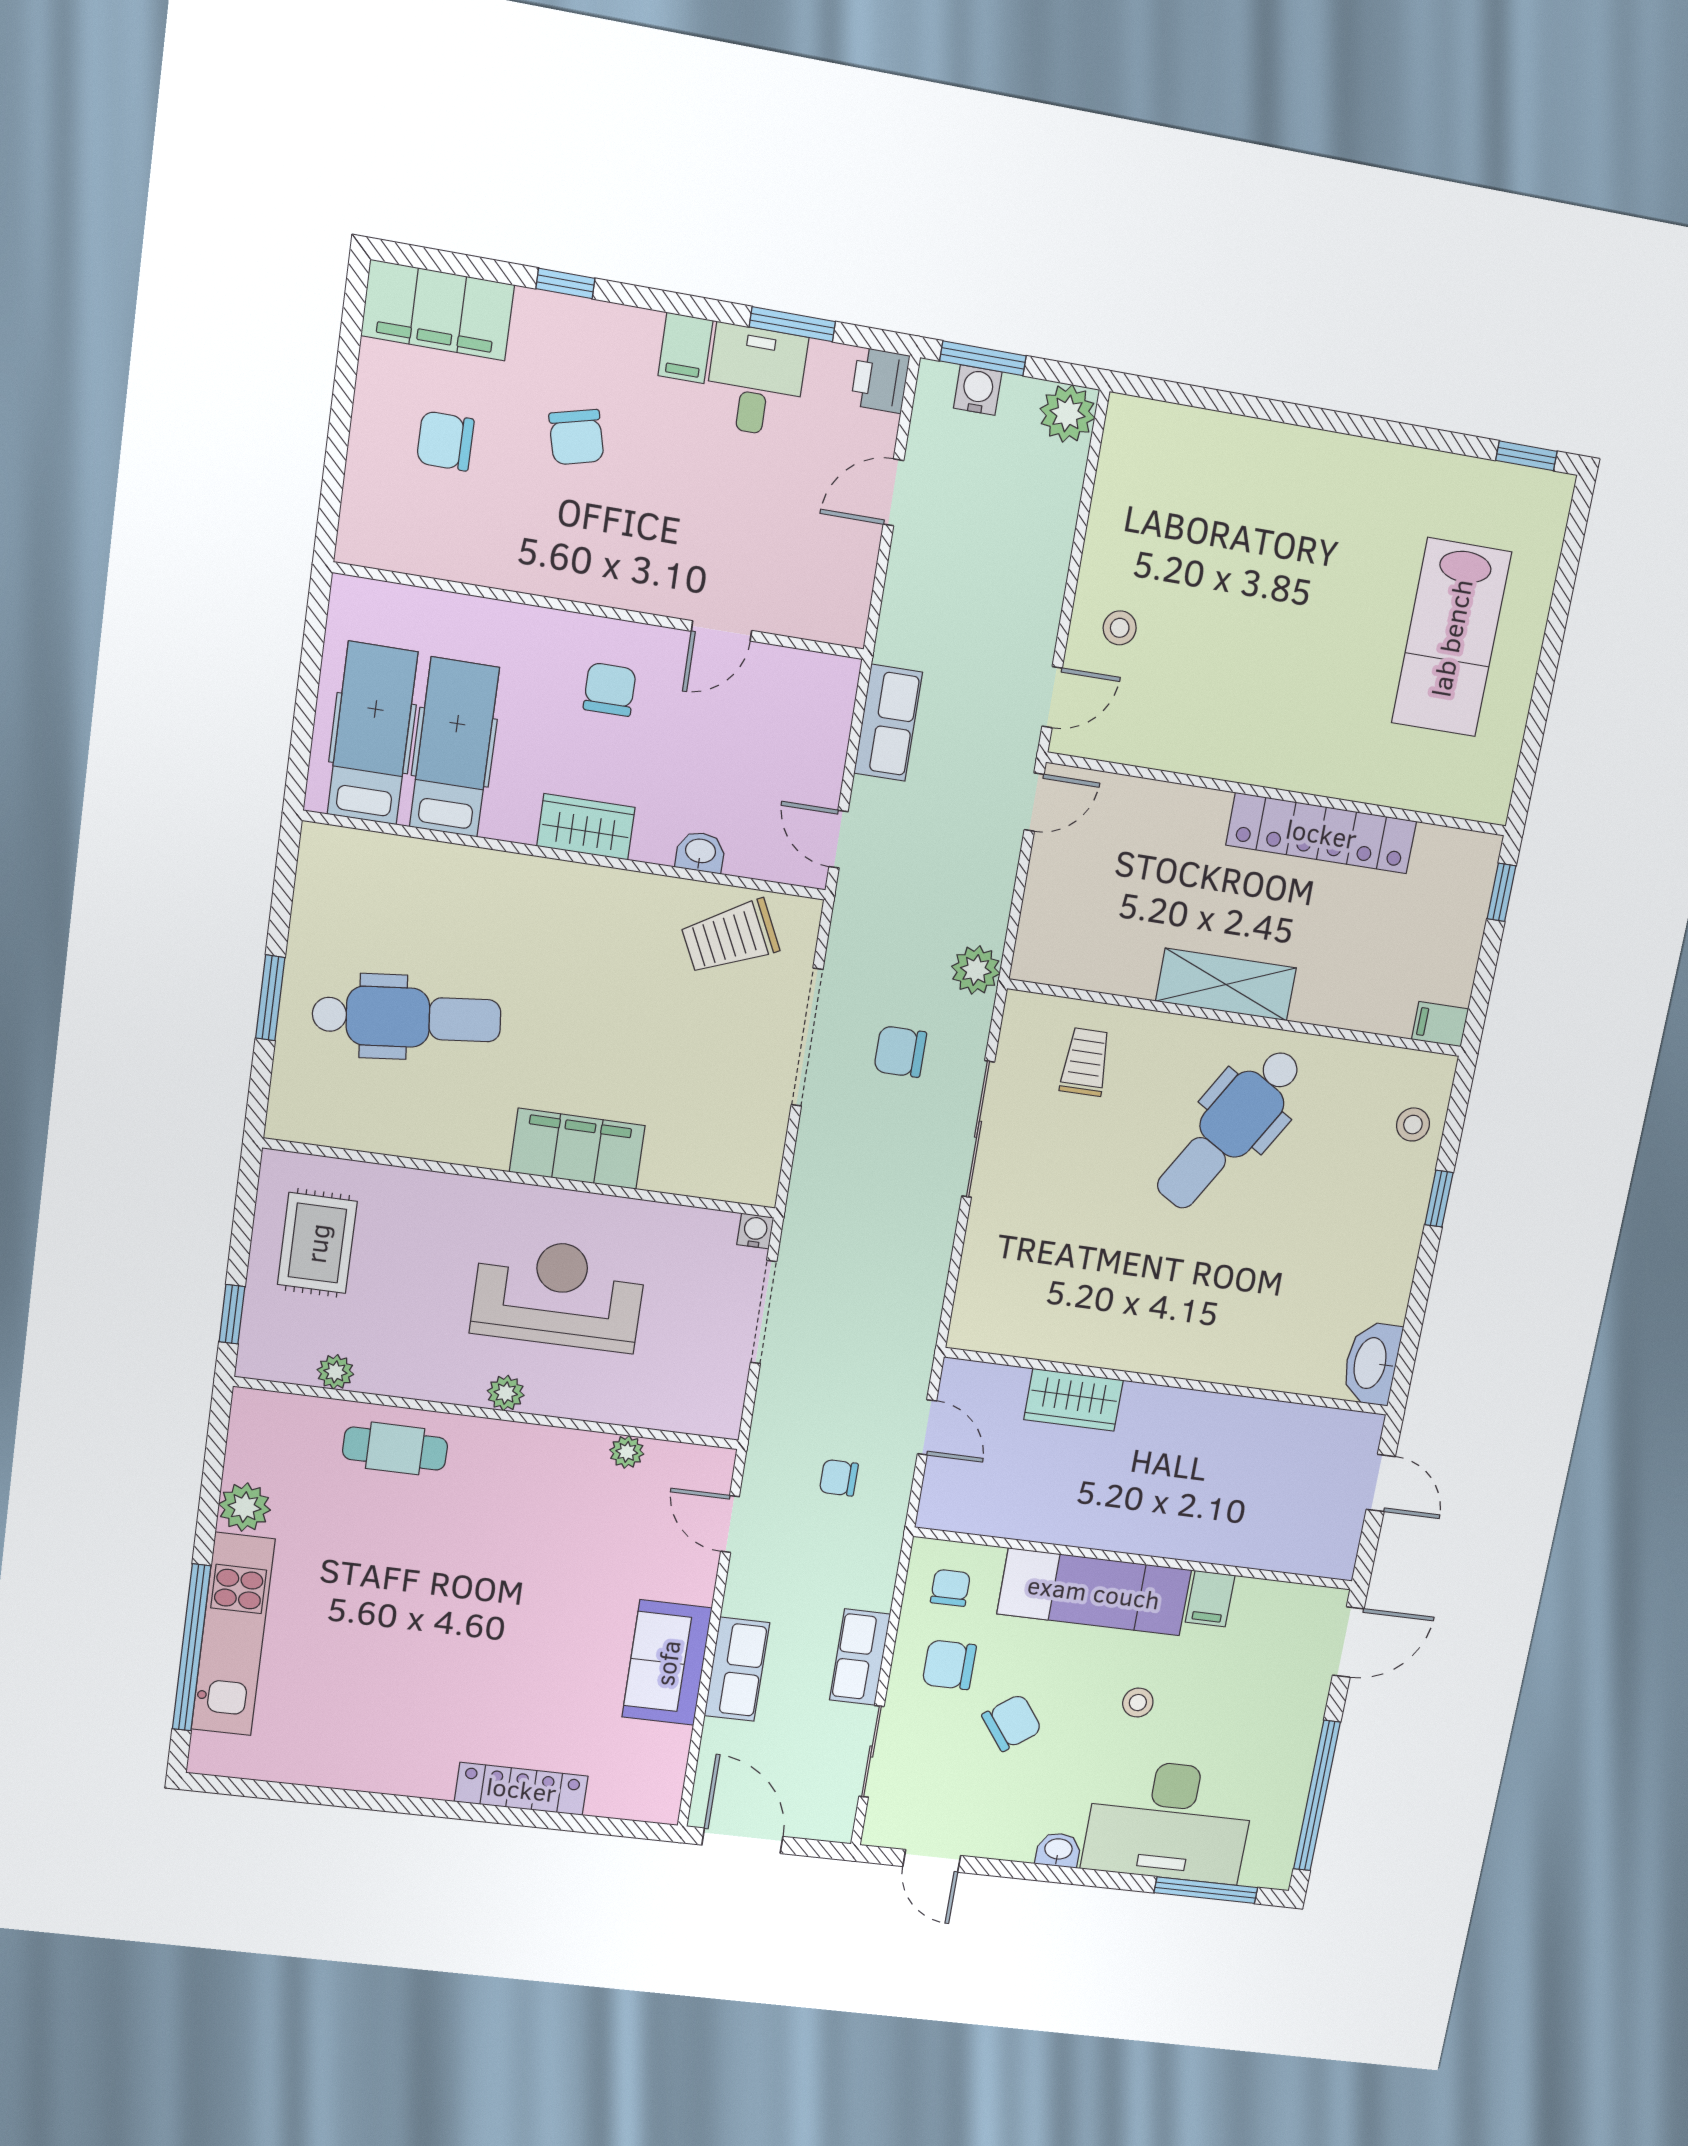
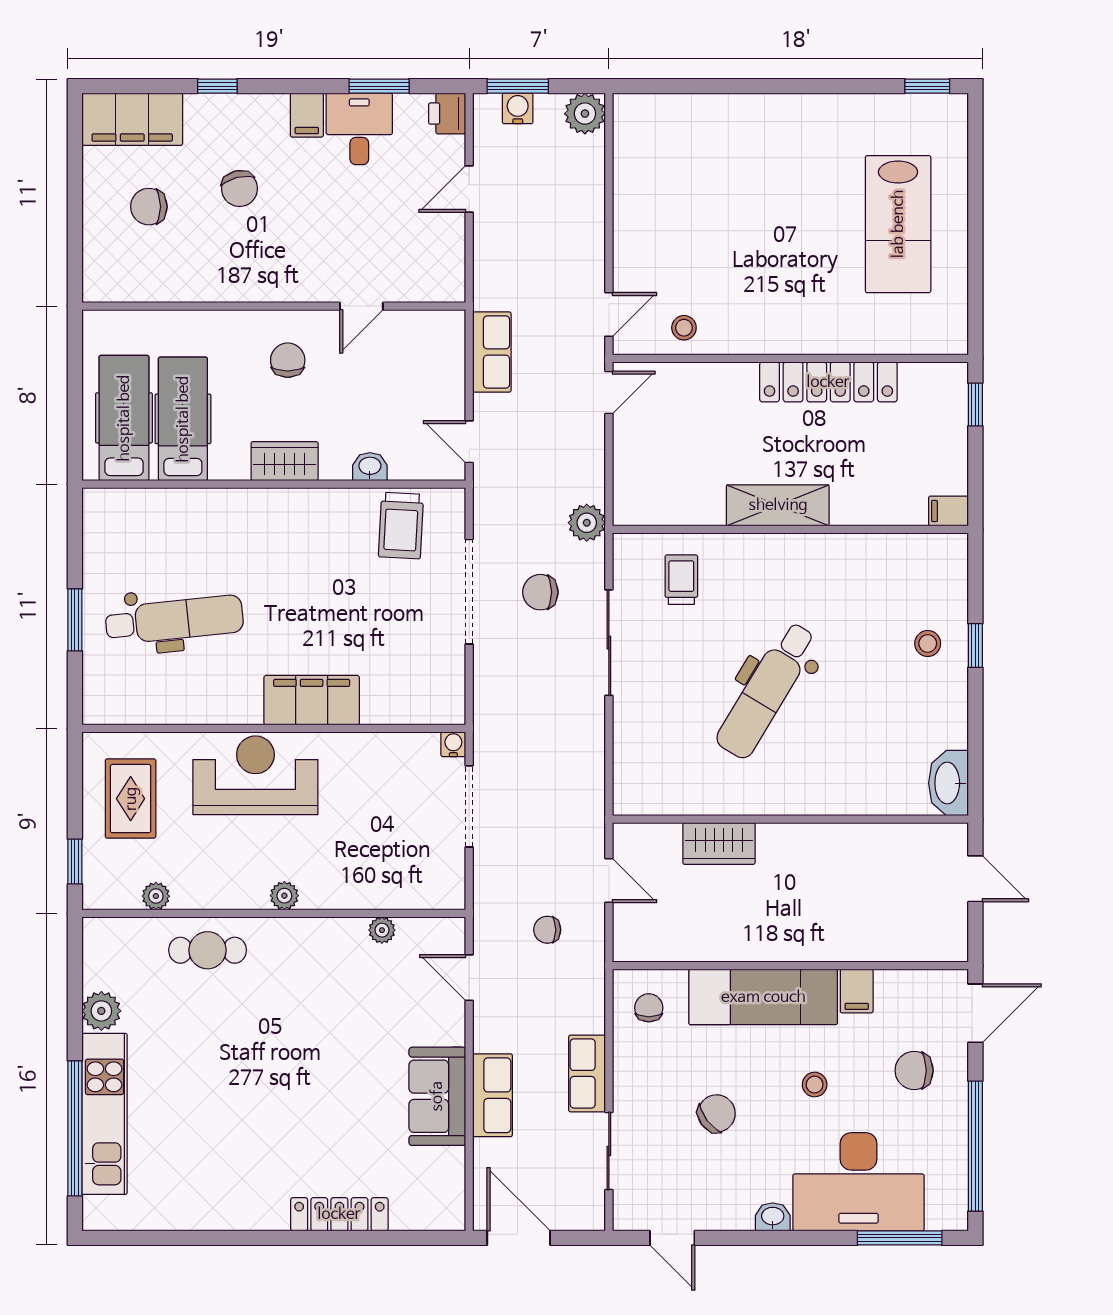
stool: (1120, 628) -> (684, 328), moved
trolley: (730, 937) -> (401, 525), turned -61
stool: (1413, 1125) -> (928, 643), moved
dental chair: (1230, 1129) -> (767, 690), moved
reception desk: (558, 1294) -> (255, 775), moved
chair: (949, 1665) -> (914, 1070), moved

